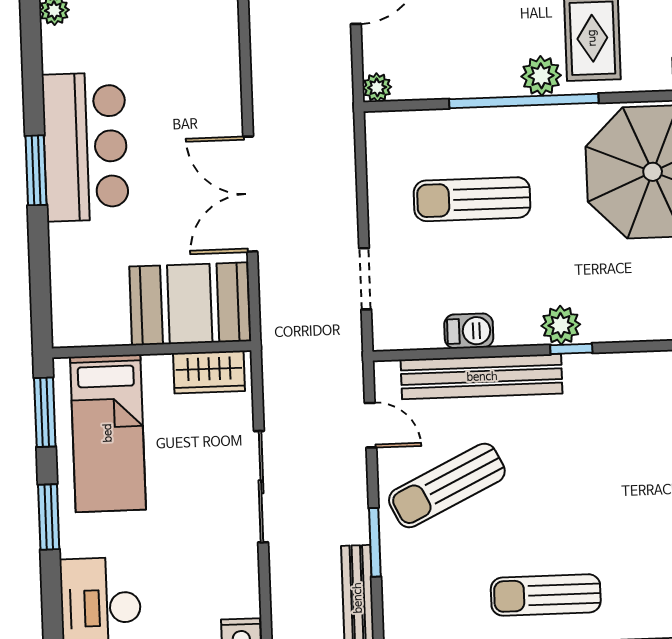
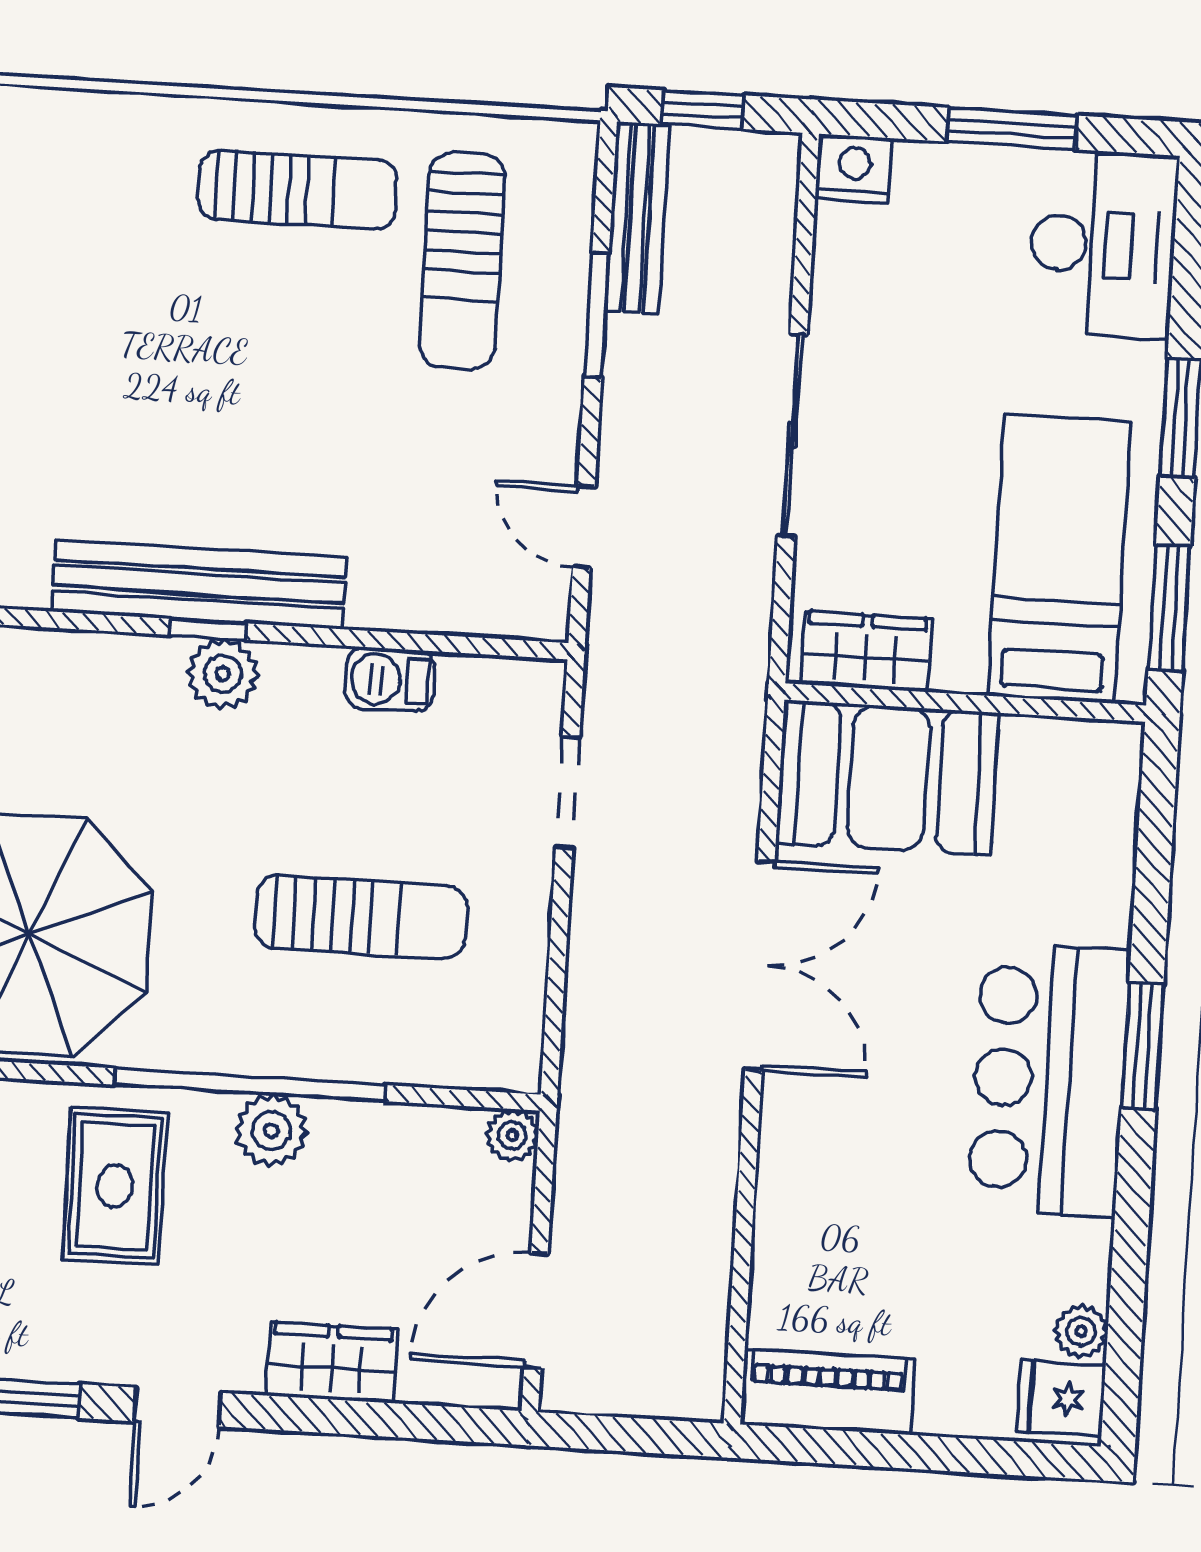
plant: (541, 76) -> (271, 1131), moved
bench: (482, 377) -> (199, 584), moved
sun lounger: (447, 486) -> (462, 261), moved, turned 116

